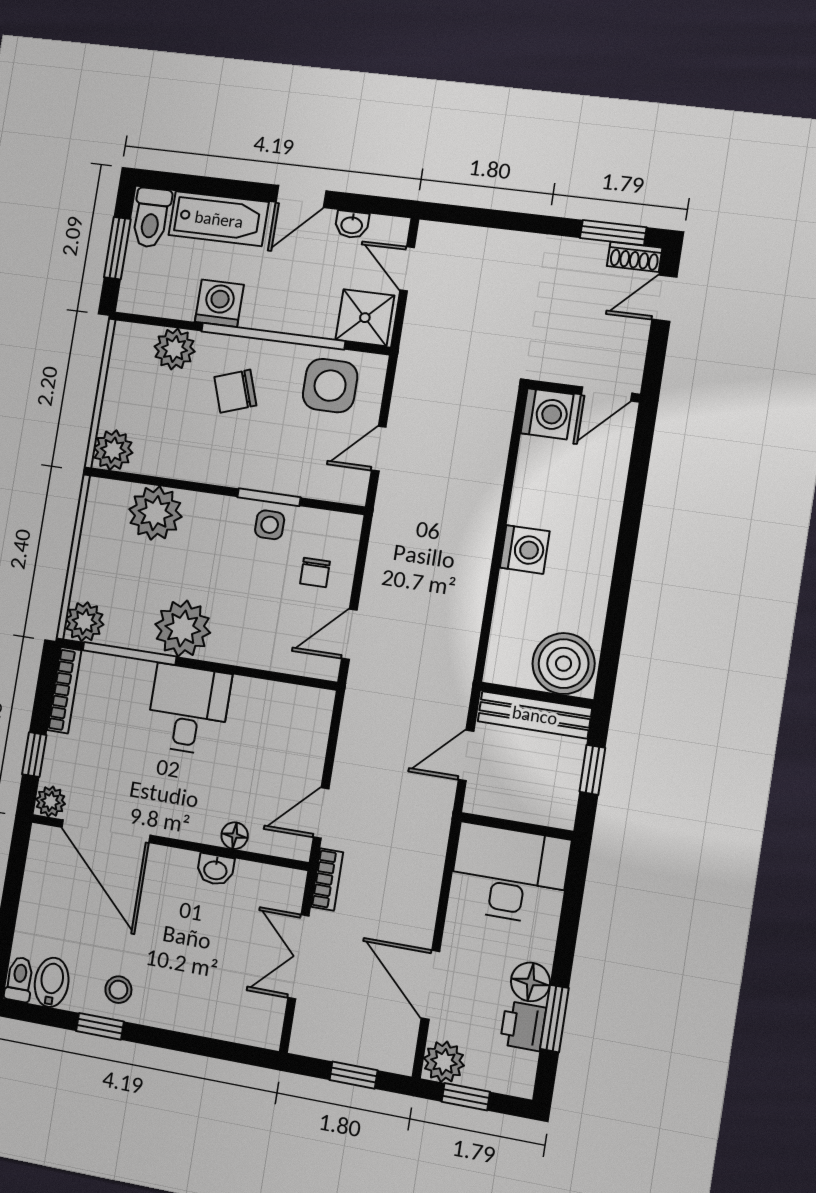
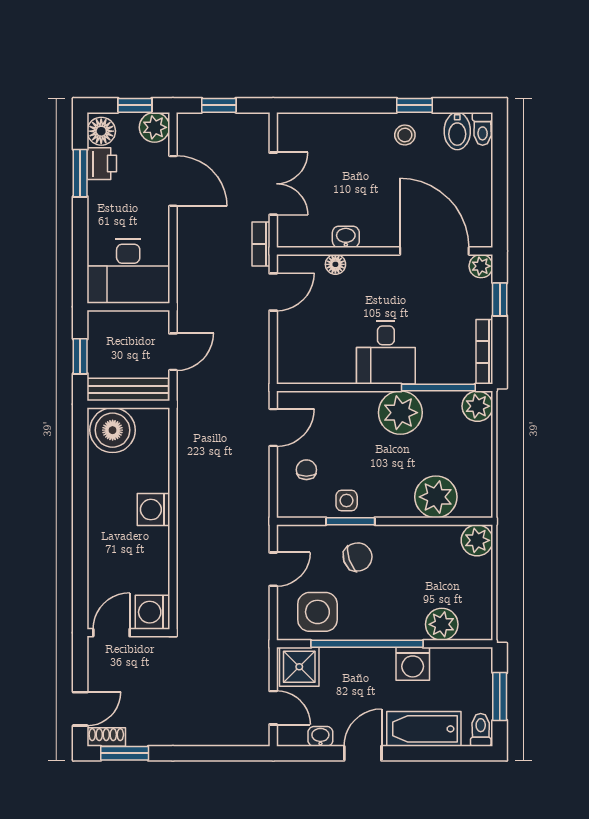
toilet: (151, 218) -> (481, 730), width x0.73, depth x0.72
chair: (235, 391) -> (358, 557), moved
floor lamp: (530, 982) -> (101, 131), moved

